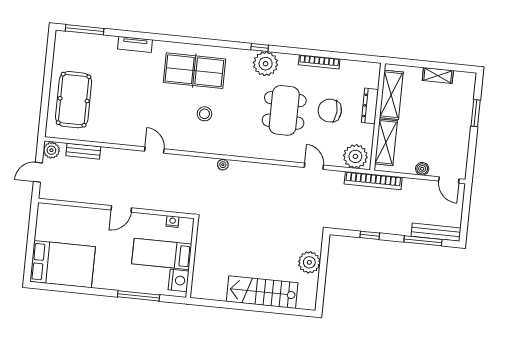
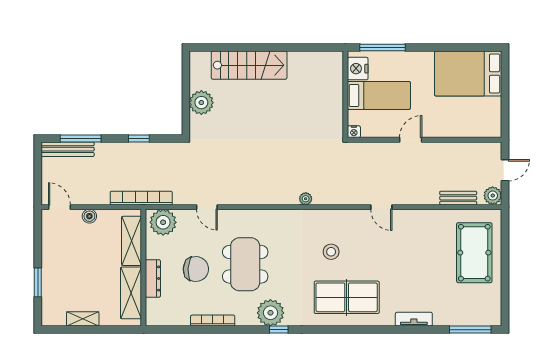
bed: (162, 254) -> (379, 95), moved
wall: (192, 258) -> (345, 94), moved
nightstand: (179, 280) -> (358, 69), moved

